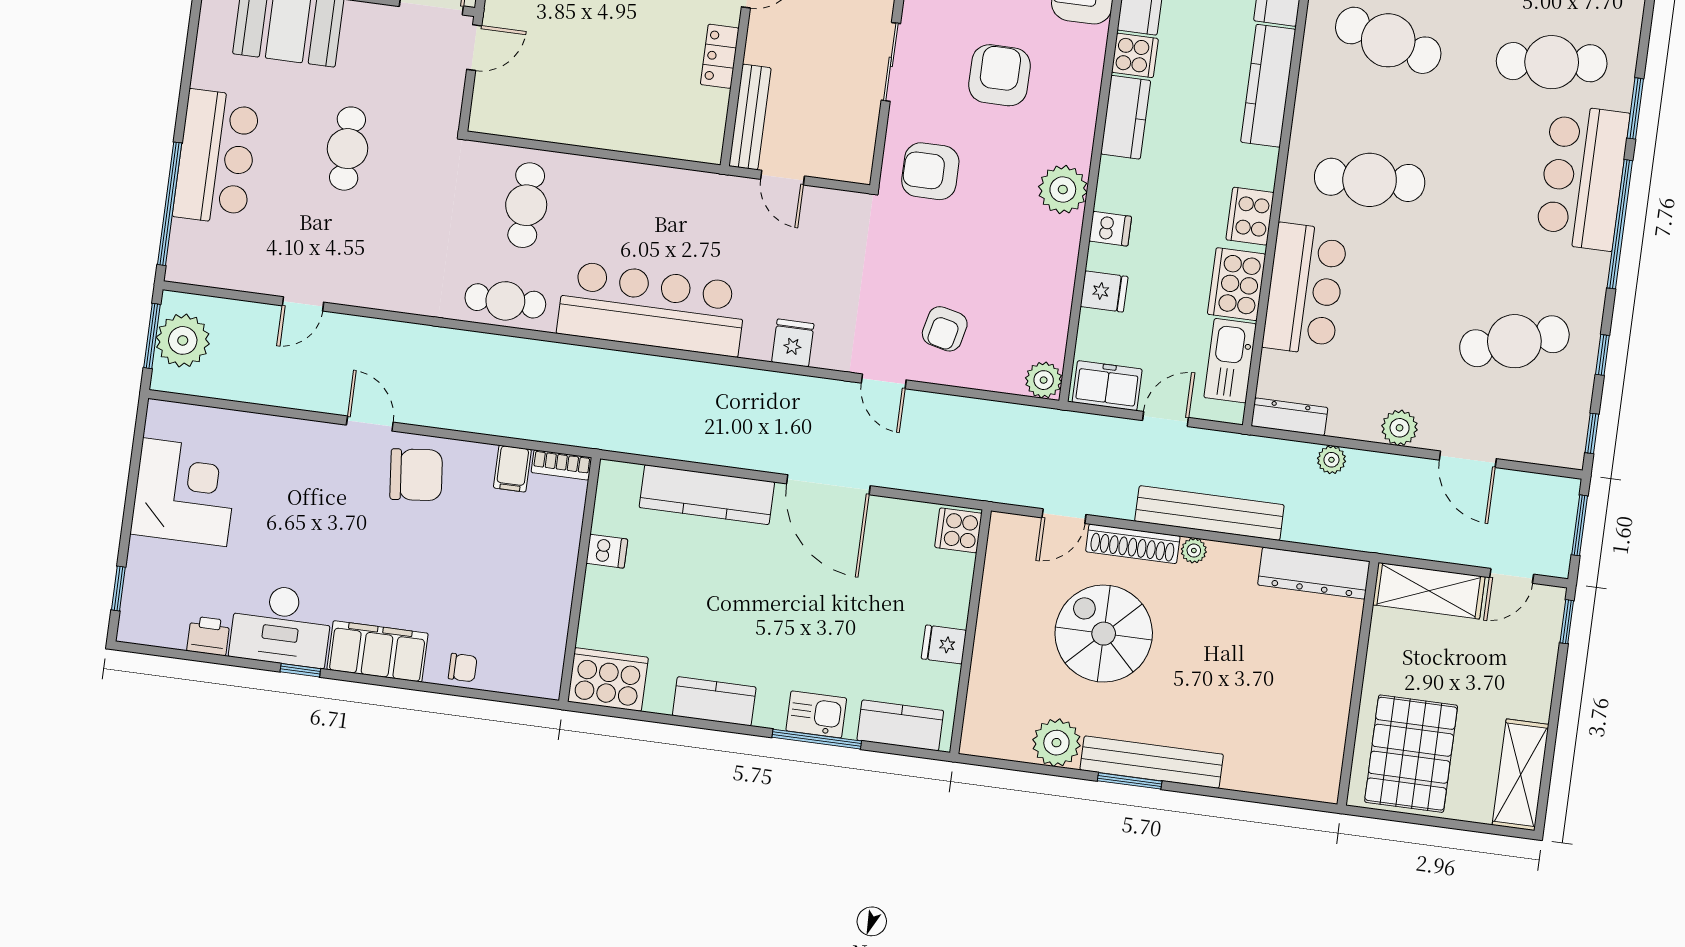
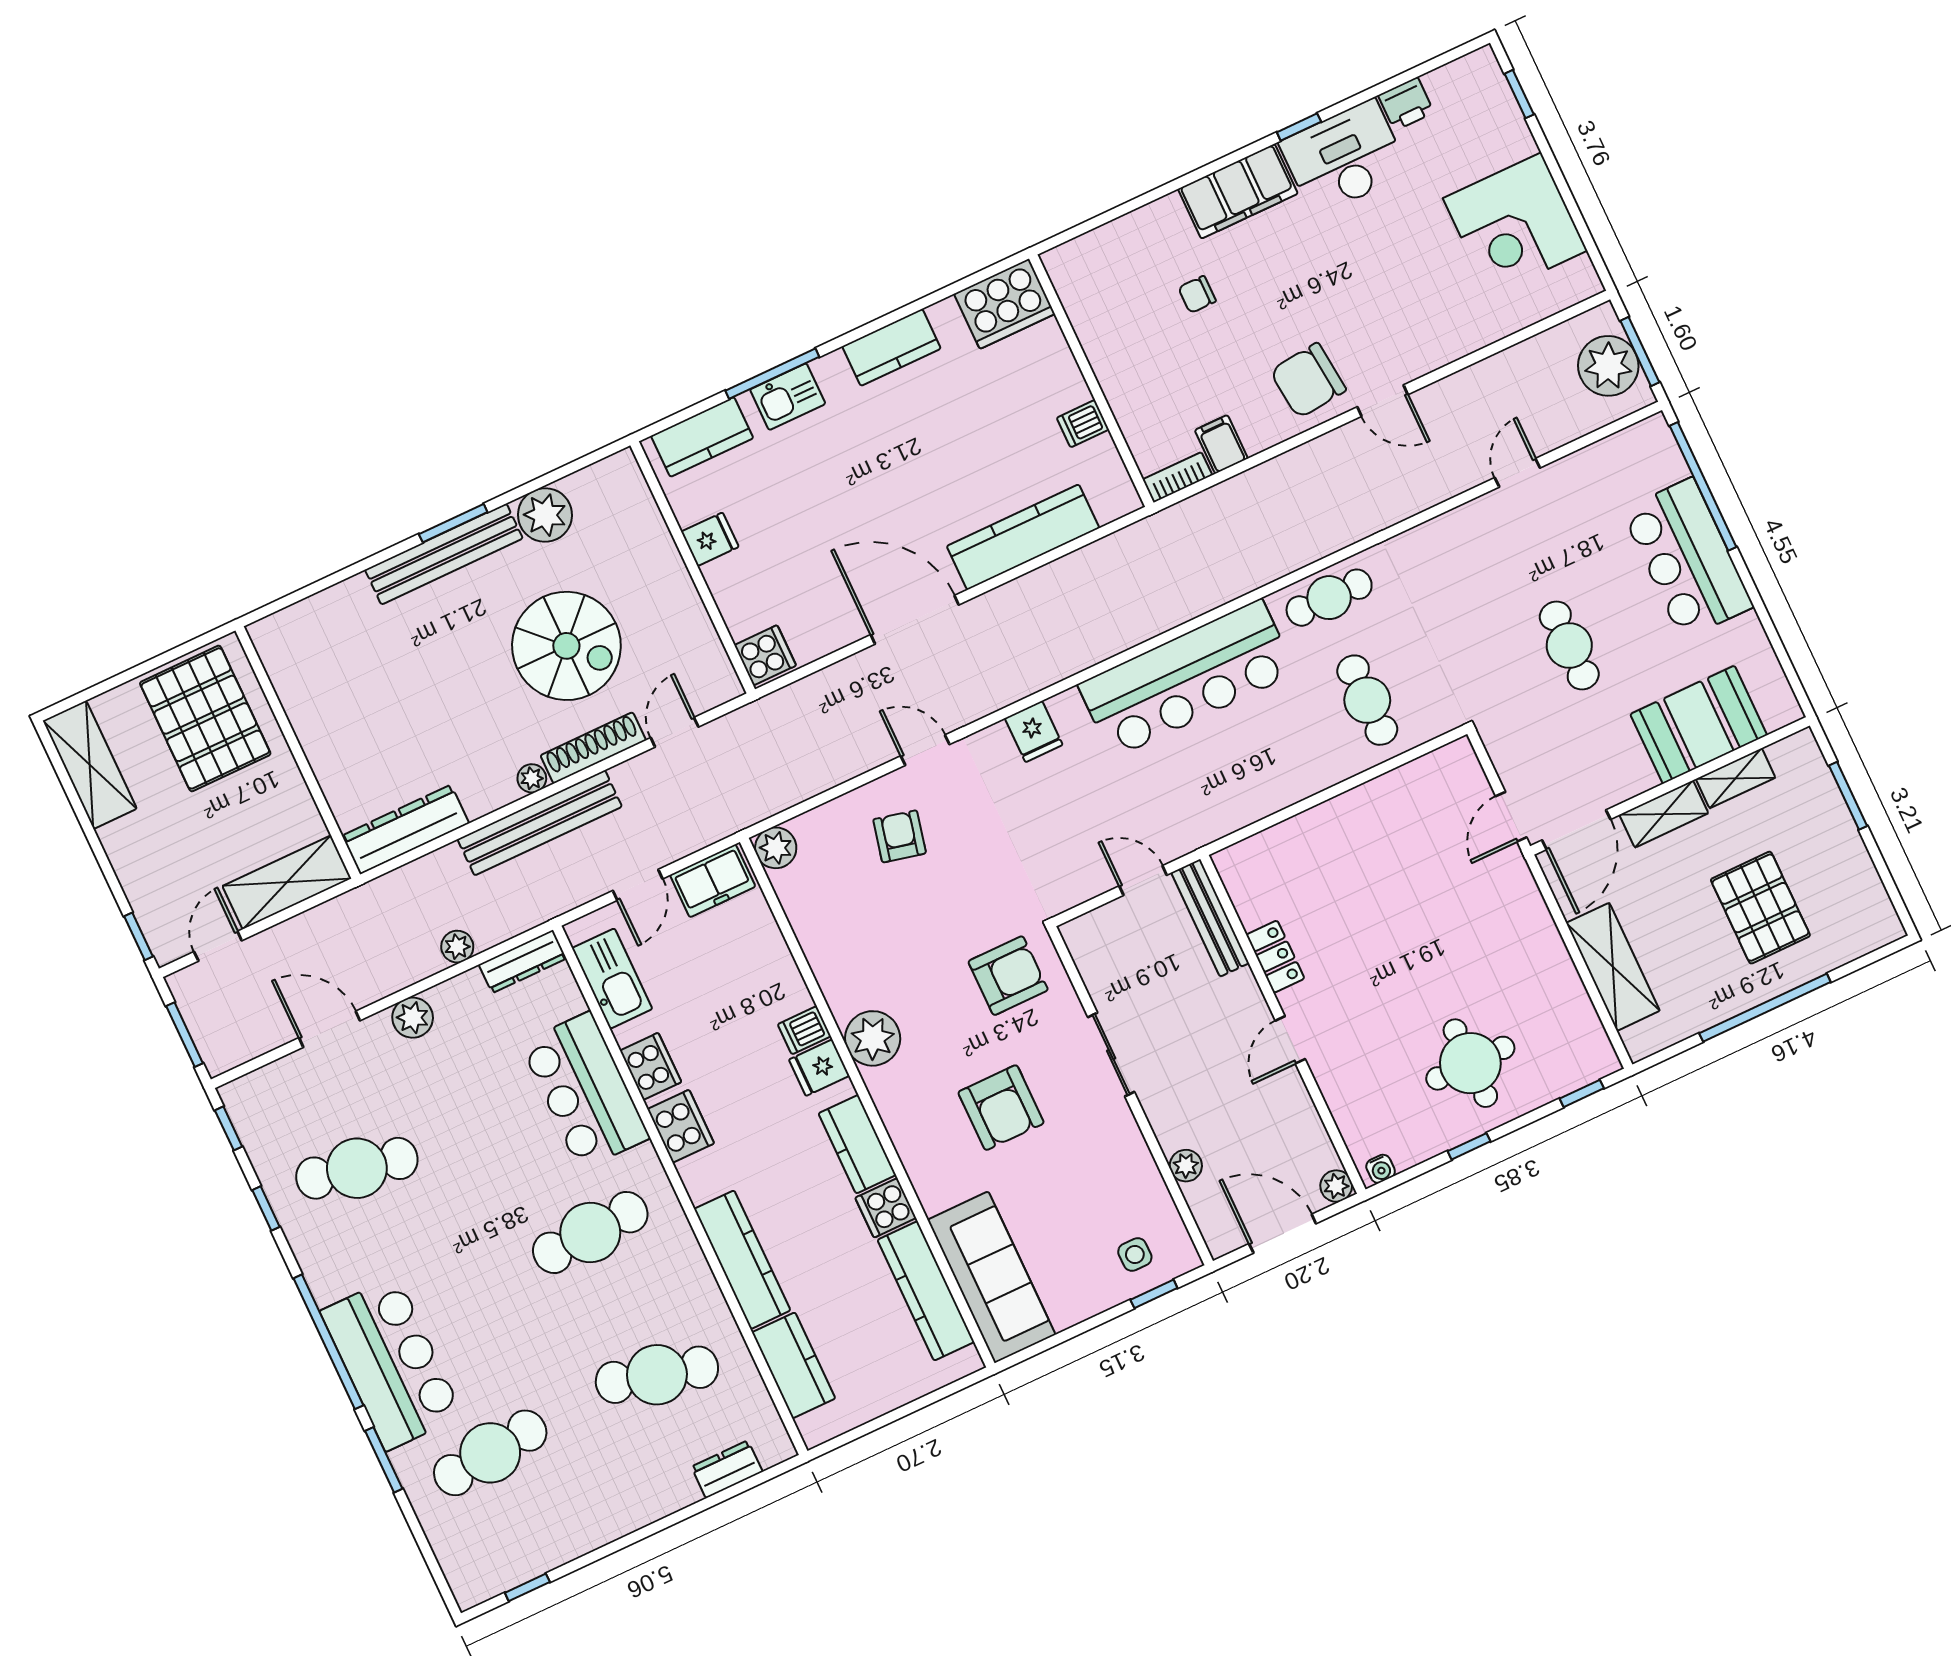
cooker: (1237, 284) -> (651, 1066), width x0.73, depth x0.76
fridge: (1104, 292) -> (819, 1068), moved
cafe table: (1514, 341) -> (357, 1168), turned 30
chair: (463, 668) -> (1197, 294), moved

